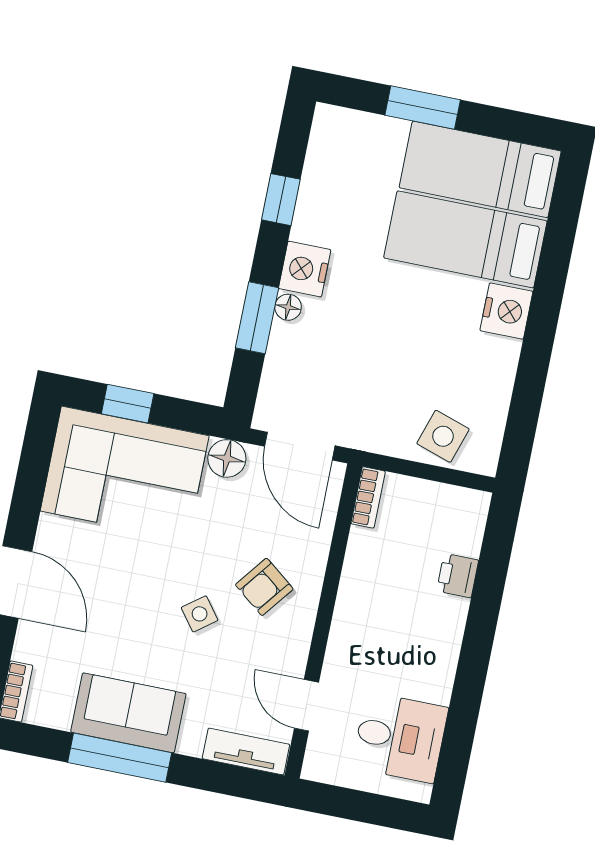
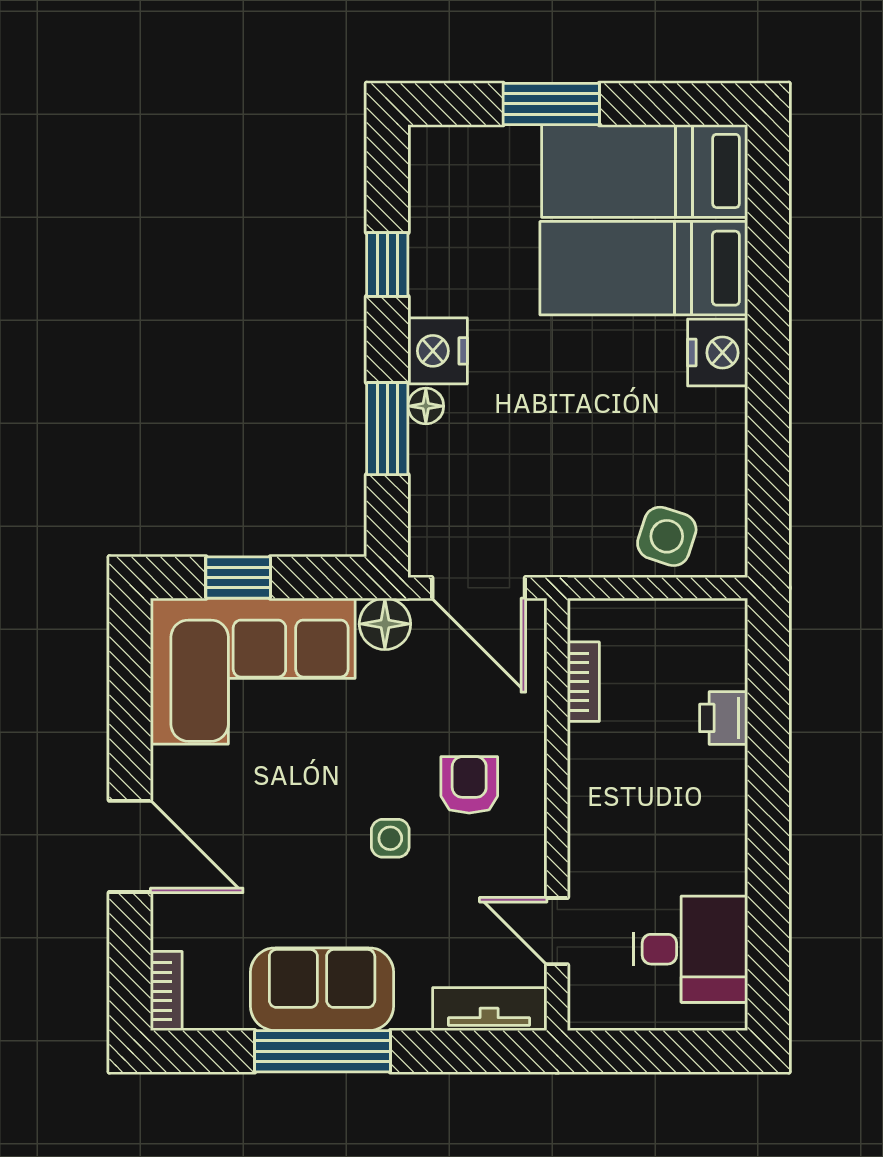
bookcase: (368, 497) -> (583, 682), moved
armchair: (264, 587) -> (469, 785), turned 142
side table: (200, 614) -> (390, 838), turned 37

